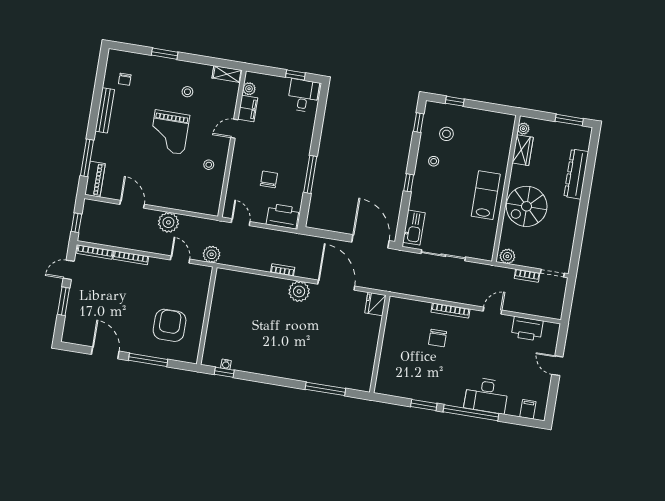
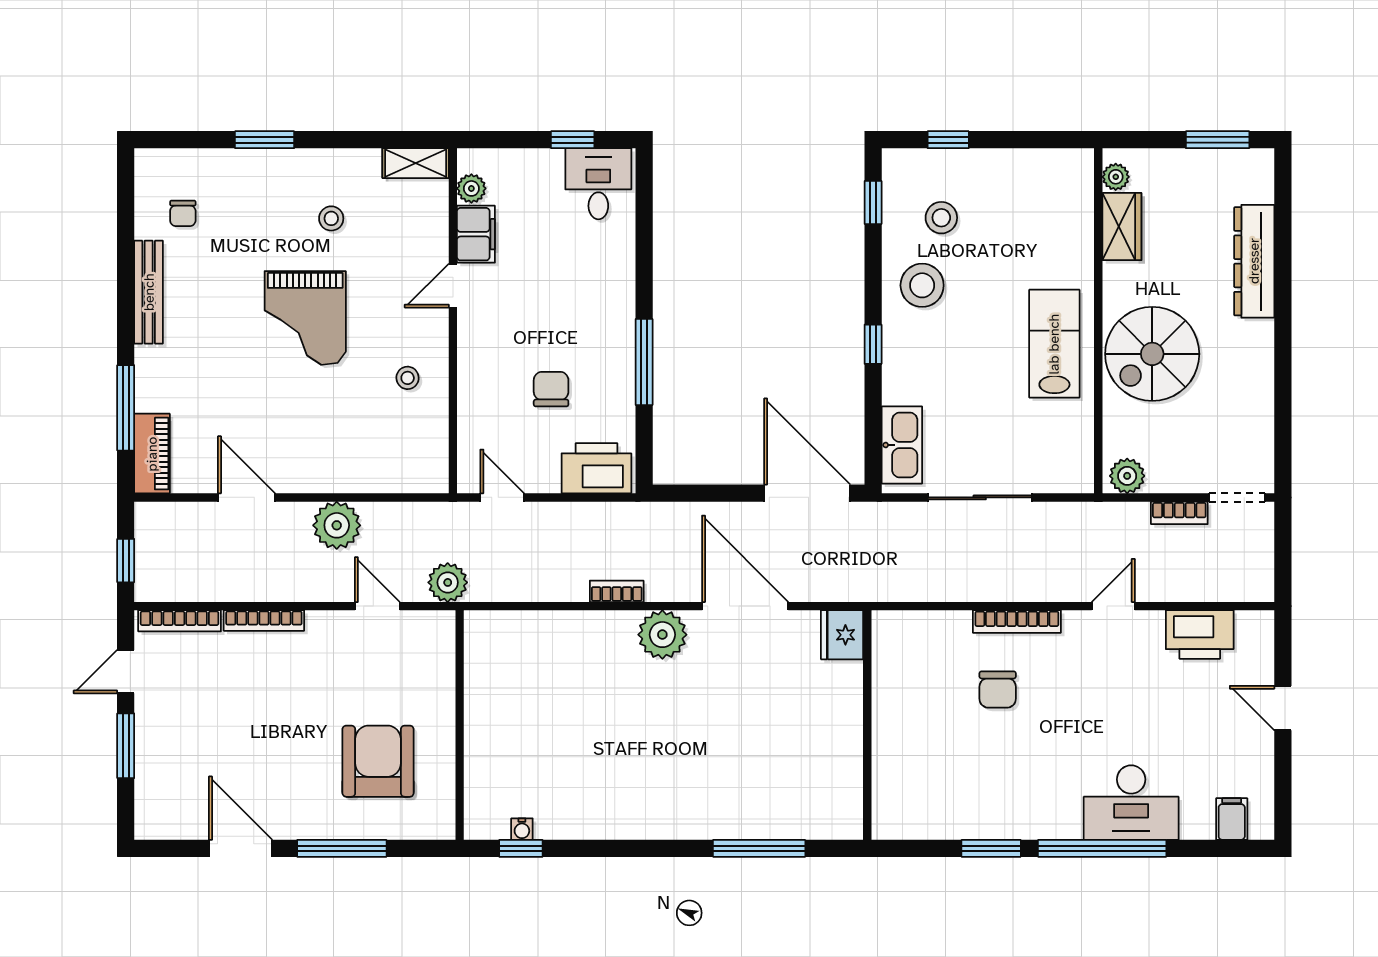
stool: (434, 161) -> (922, 285), width x1.89, depth x1.89

